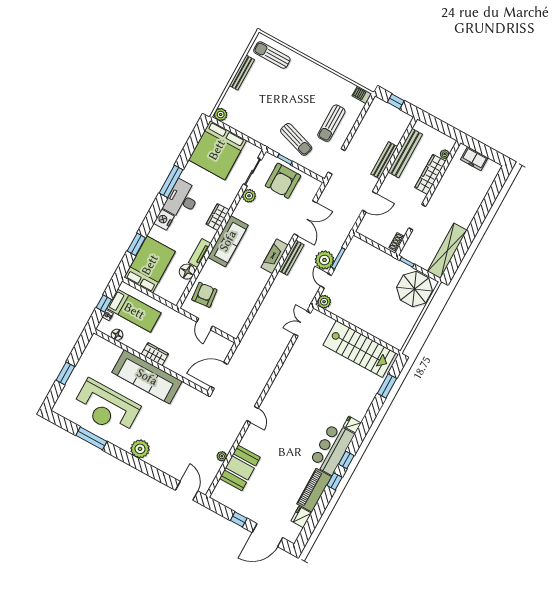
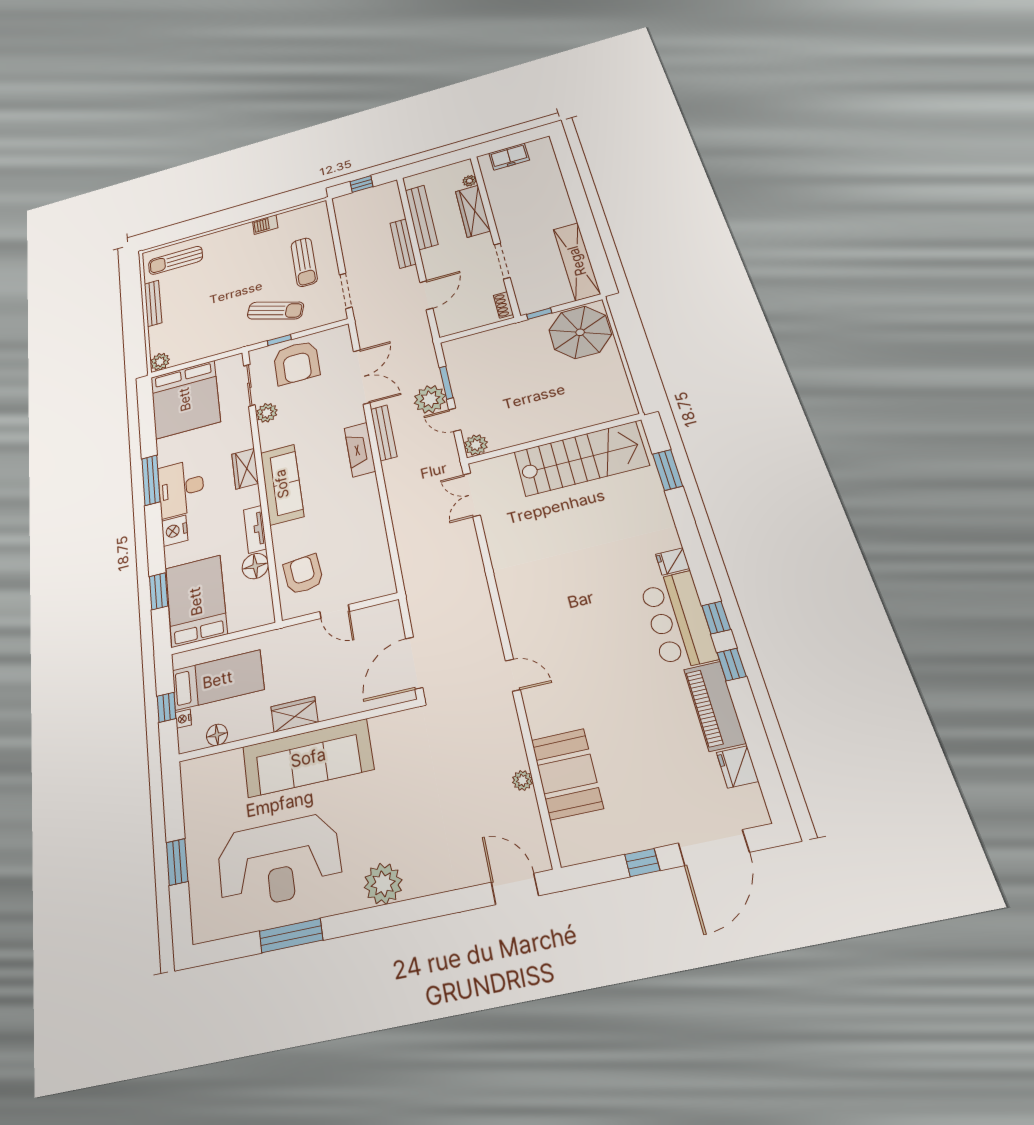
barbecue: (362, 95) -> (265, 224), moved

